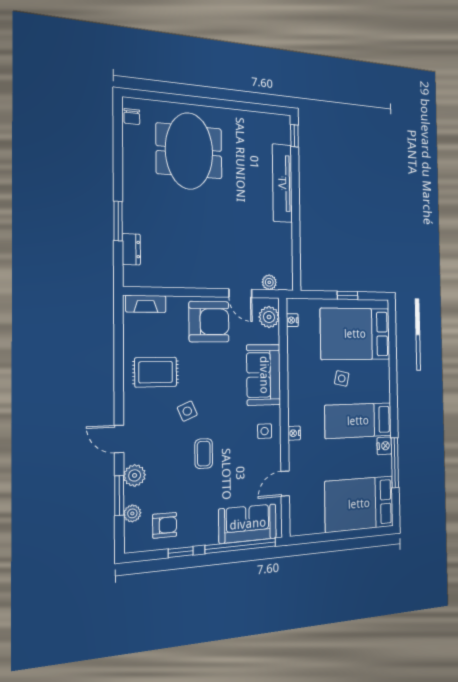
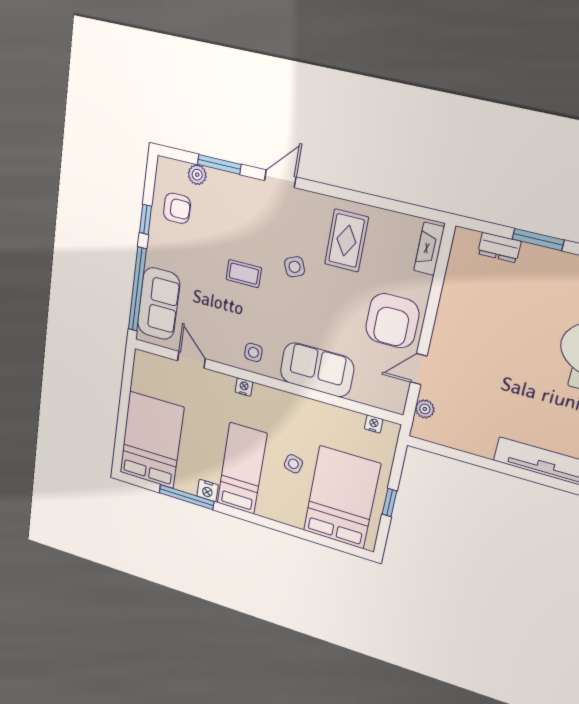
plant: (269, 317) -> (383, 396), removed
plant: (135, 475) -> (237, 187), removed
armchair: (165, 525) -> (177, 208), turned -90

